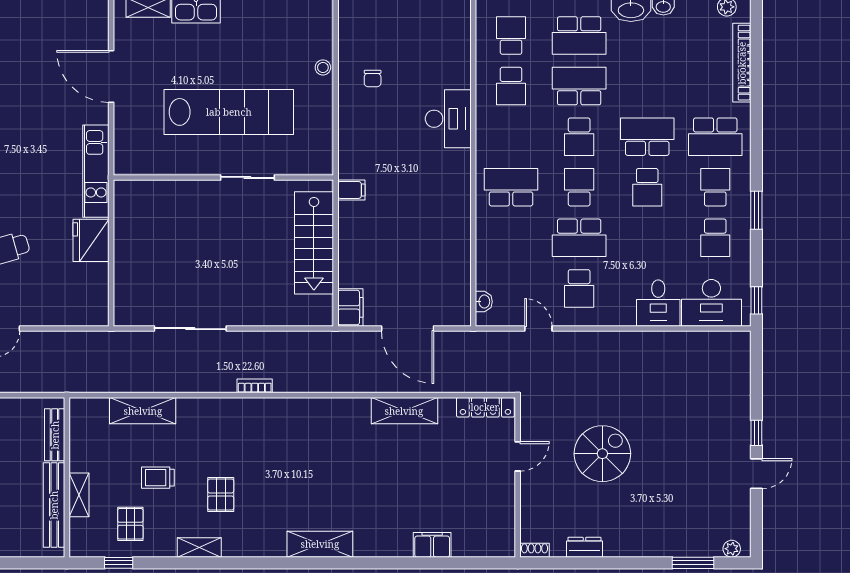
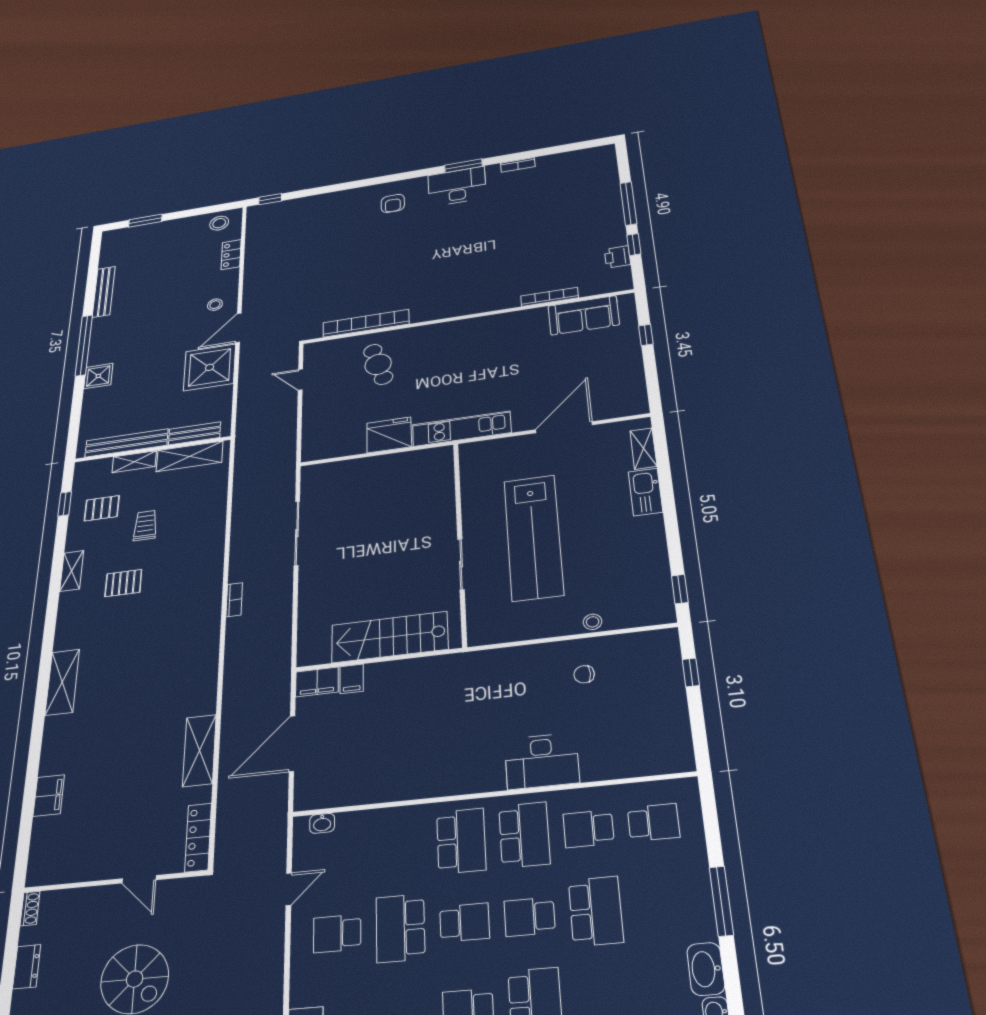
school desk: (579, 35) -> (524, 835), moved, turned 180
filing cabinet: (351, 190) -> (352, 679), moved
shelving: (143, 411) -> (190, 456), moved, turned 90

